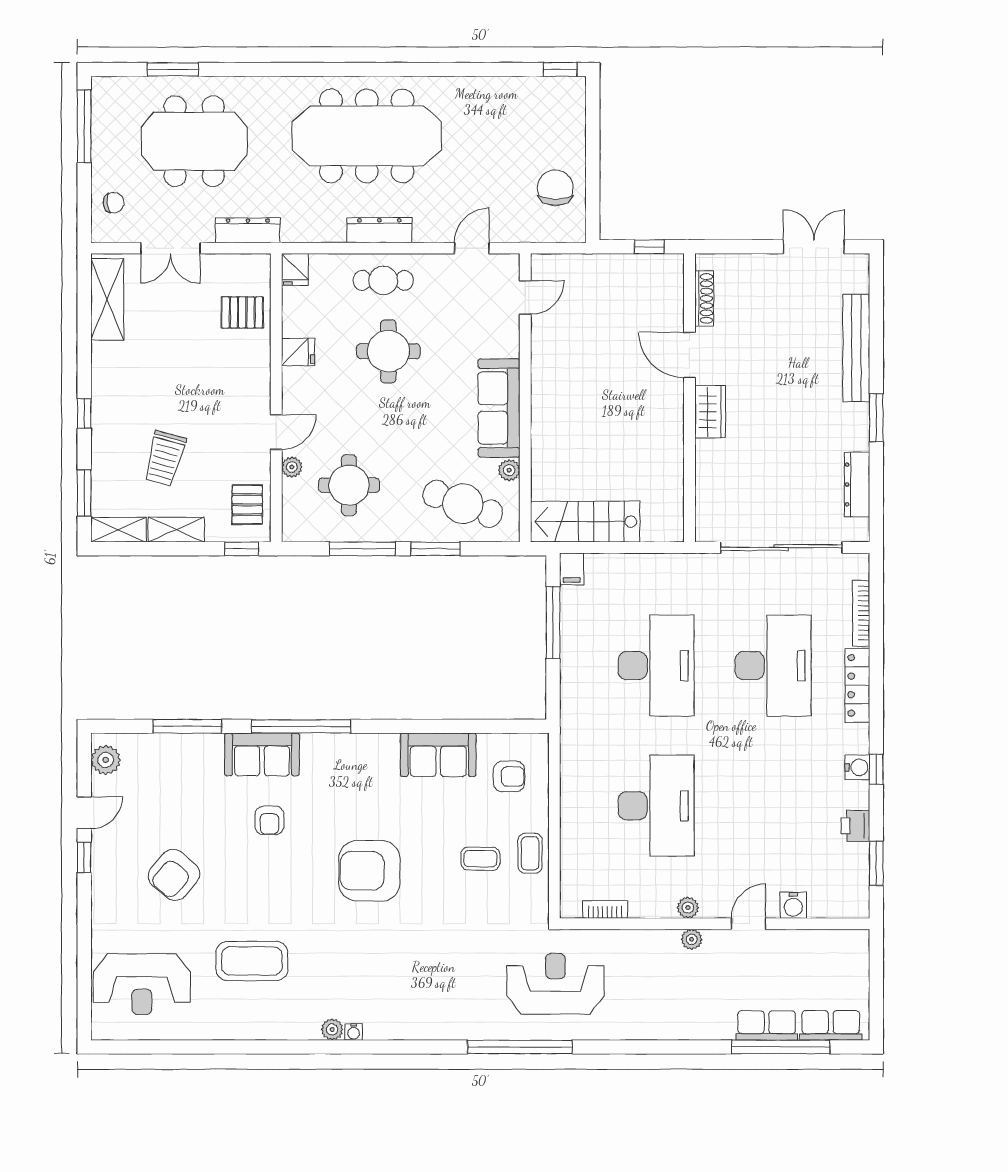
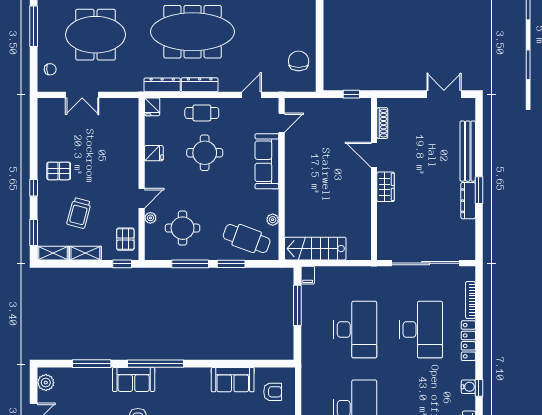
dresser: (248, 230) -> (162, 85), moved
shelving: (107, 299) -> (47, 124), removed
pallet: (242, 312) -> (59, 171), moved
sofa: (499, 408) -> (267, 161), moved
dresser: (857, 485) -> (468, 201), moved

